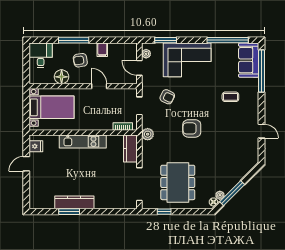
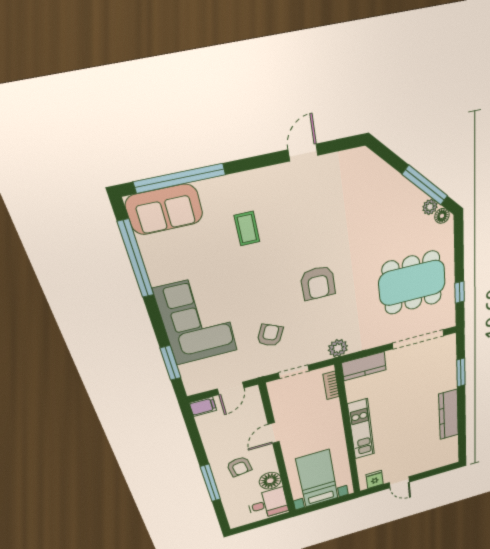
filing cabinet: (102, 50) -> (203, 407), moved
plant: (146, 54) -> (204, 385), removed
desk: (41, 55) -> (268, 504), moved, turned 180
window: (69, 212) -> (461, 373), moved

